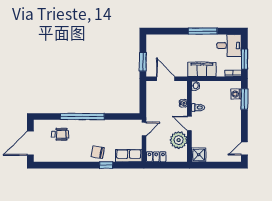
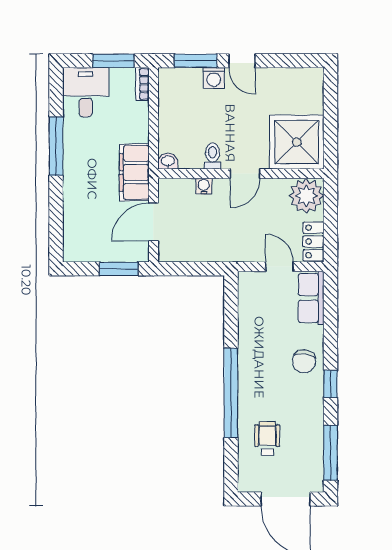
filing cabinet: (202, 69) -> (134, 172), moved
washing machine: (236, 94) -> (214, 78), moved
door: (144, 129) -> (280, 267), moved
plant: (179, 140) -> (306, 196), moved
door: (244, 148) -> (242, 61), moved
shower: (199, 155) -> (297, 142), width x1.86, depth x1.86
window: (53, 165) -> (331, 453), added
window: (106, 165) -> (331, 384), moved

